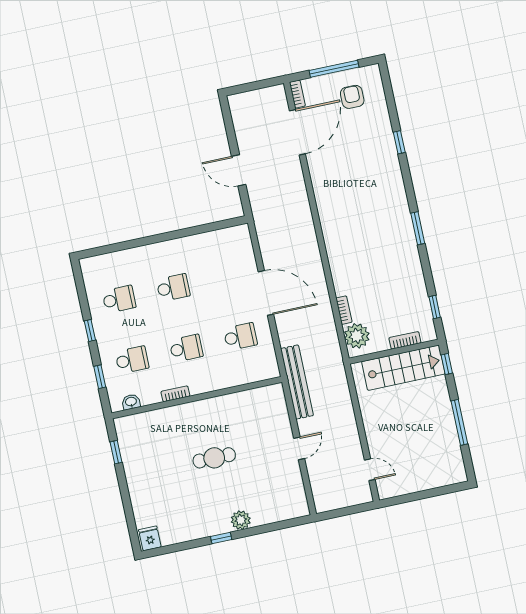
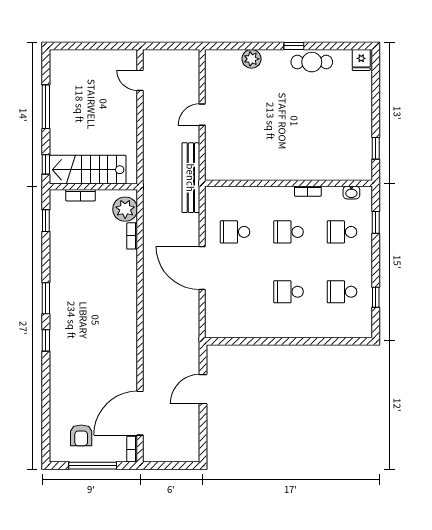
window: (399, 142) -> (46, 340), moved
door: (239, 170) -> (203, 389), swing flipped
window: (90, 330) -> (376, 297), moved
cafe table: (214, 458) -> (312, 62), moved
plant: (241, 520) -> (252, 59), moved

